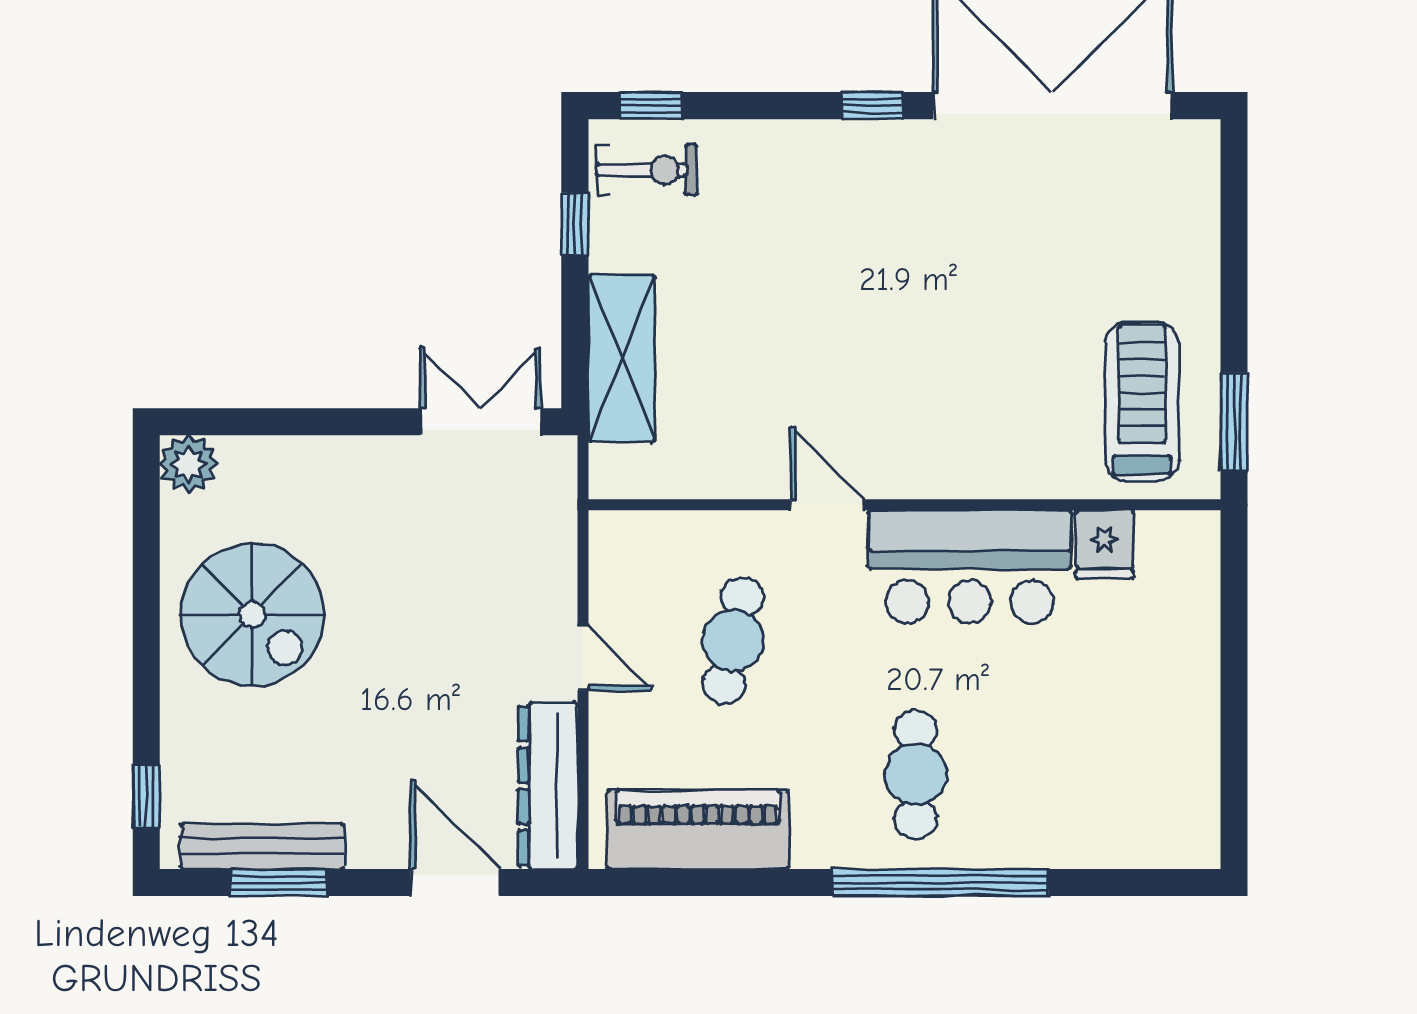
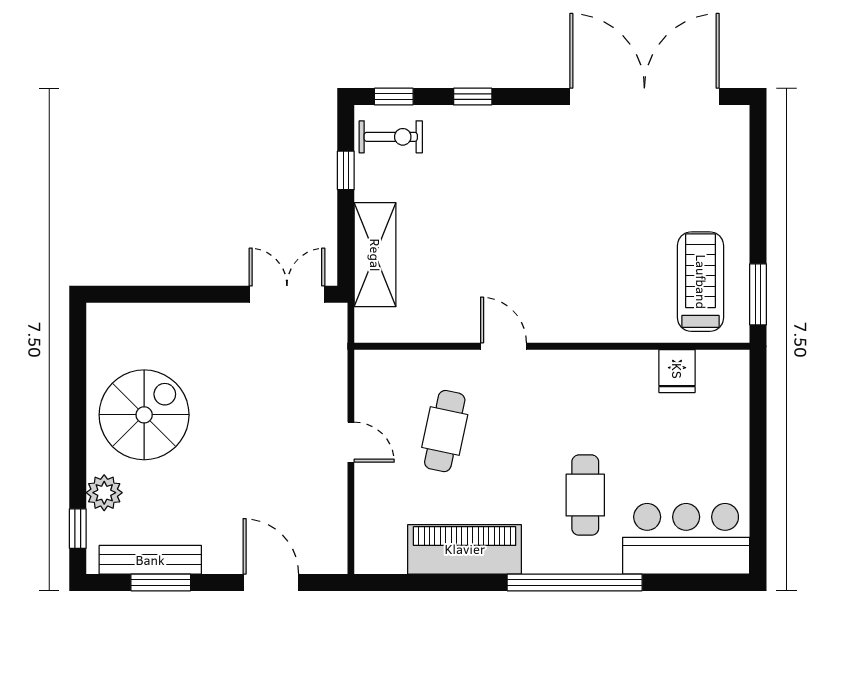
window: (873, 106) -> (473, 97), moved
plant: (188, 464) -> (104, 493), moved
bar counter: (970, 567) -> (686, 539), moved, turned 180
spiral stairs: (252, 615) -> (144, 415), turned -90
cafe table: (916, 774) -> (585, 495), moved
dresser: (548, 786) -> (329, 522), removed
piano: (698, 830) -> (465, 549), moved

